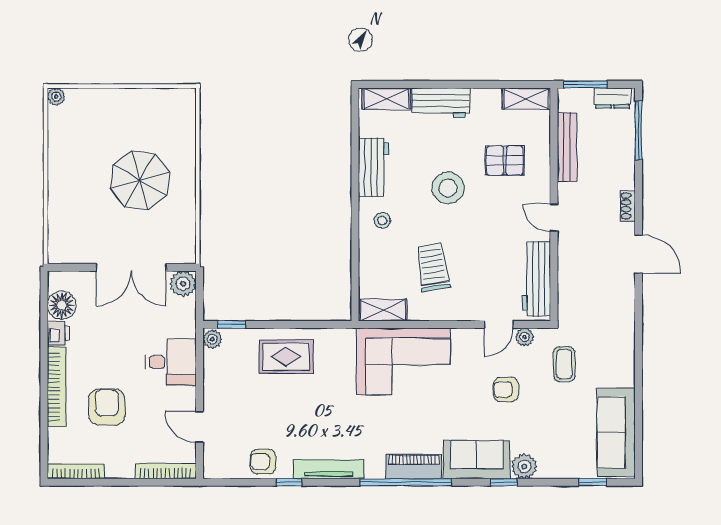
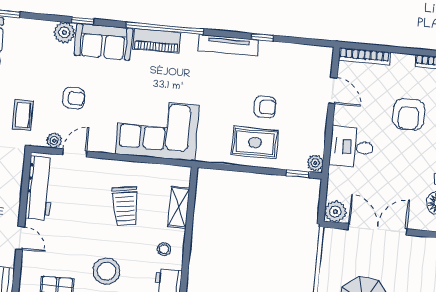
shelving: (383, 310) -> (179, 207), moved, turned 90
armchair: (263, 462) -> (265, 107), moved

